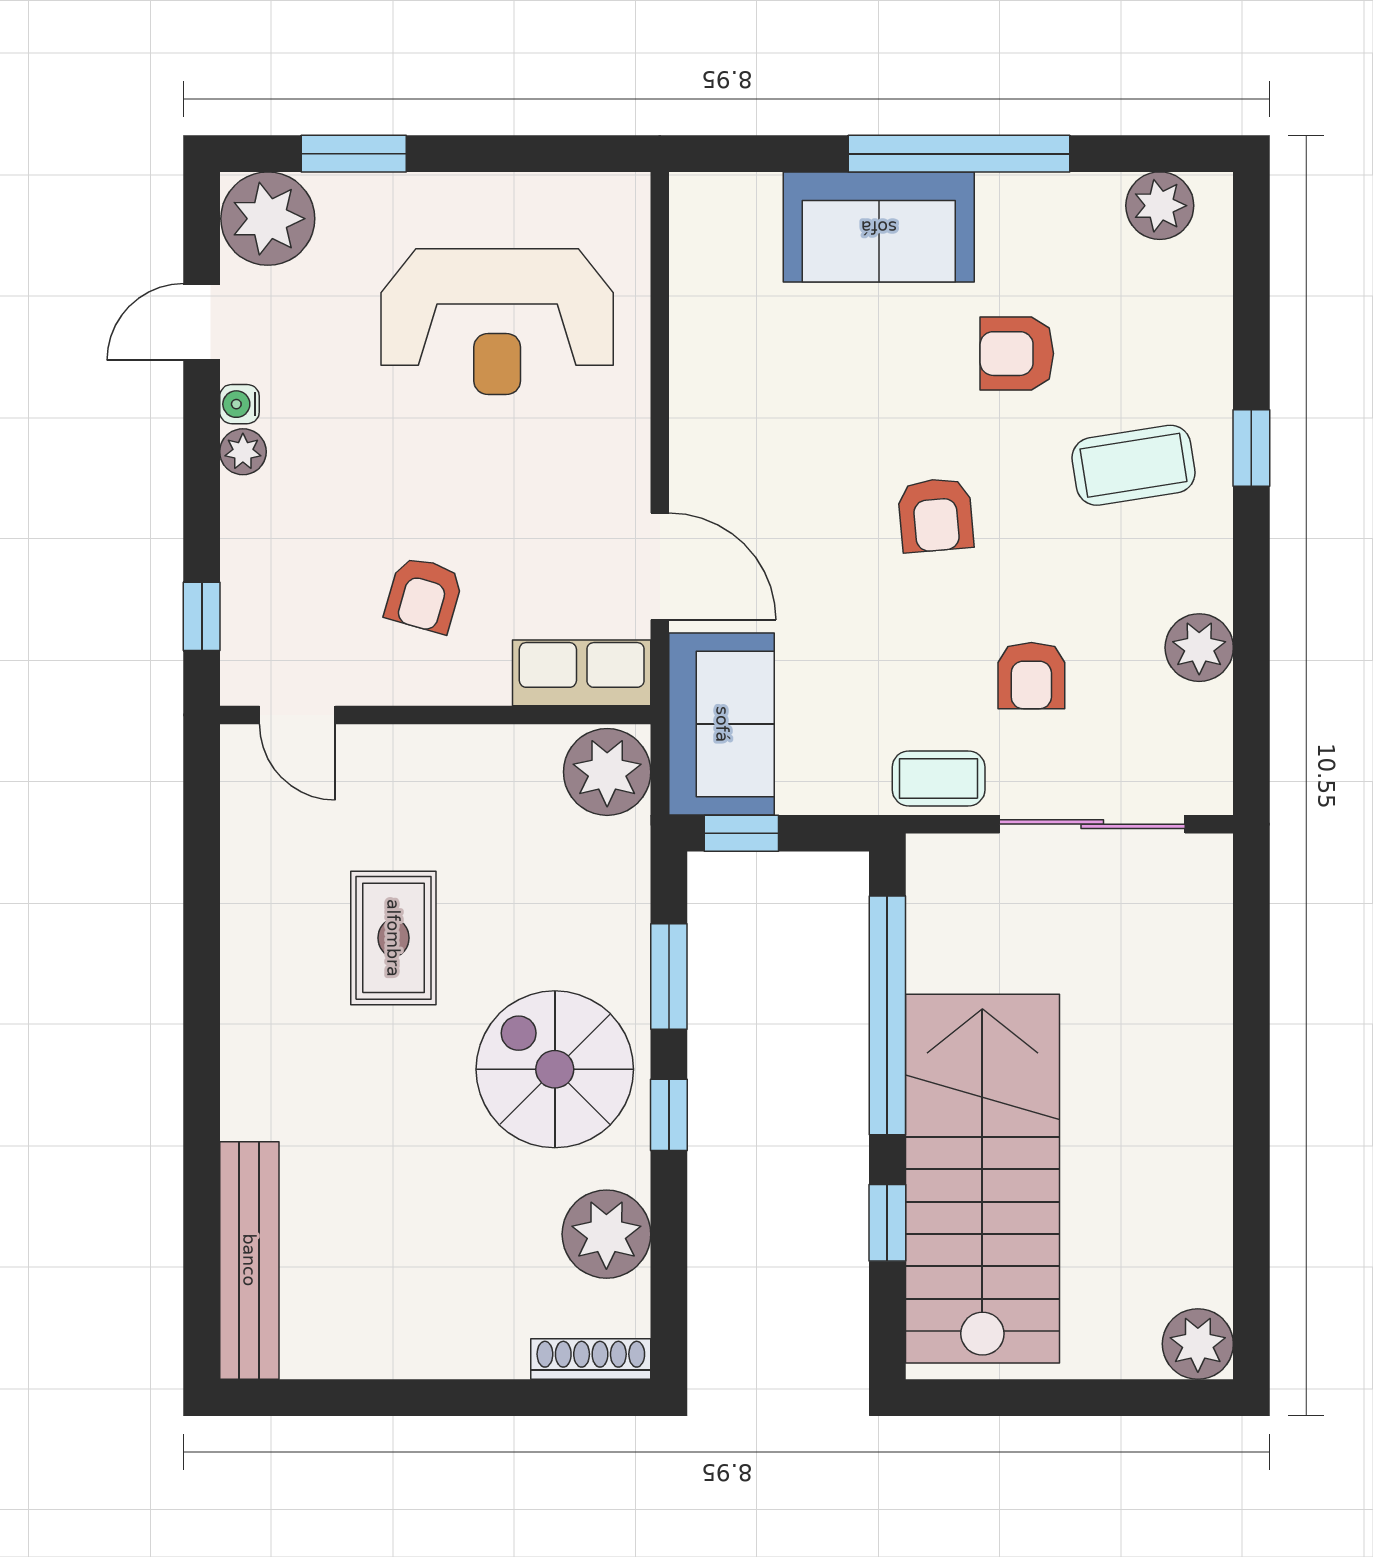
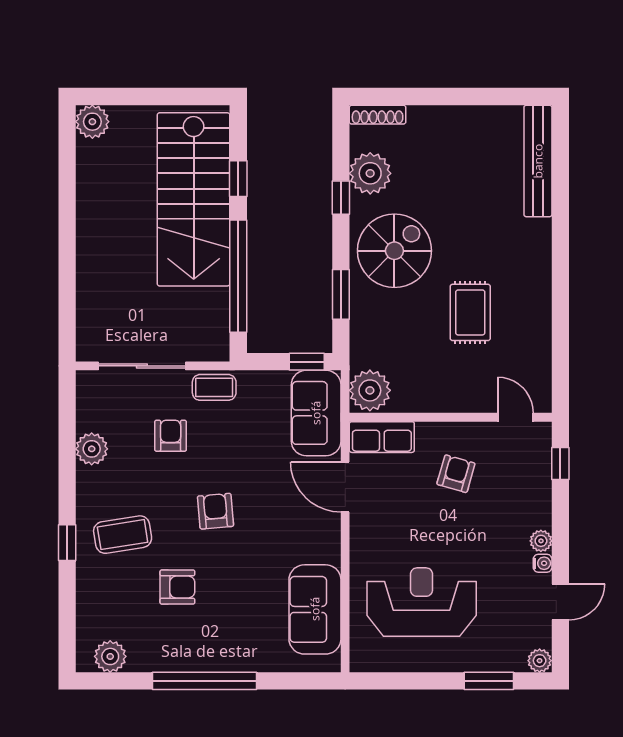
plant: (268, 219) -> (540, 661), width x0.53, depth x0.53
sofa: (879, 227) -> (315, 609), moved, turned -90
spiral stairs: (555, 1069) -> (394, 251), turned -90
window: (669, 1115) -> (341, 198), moved

